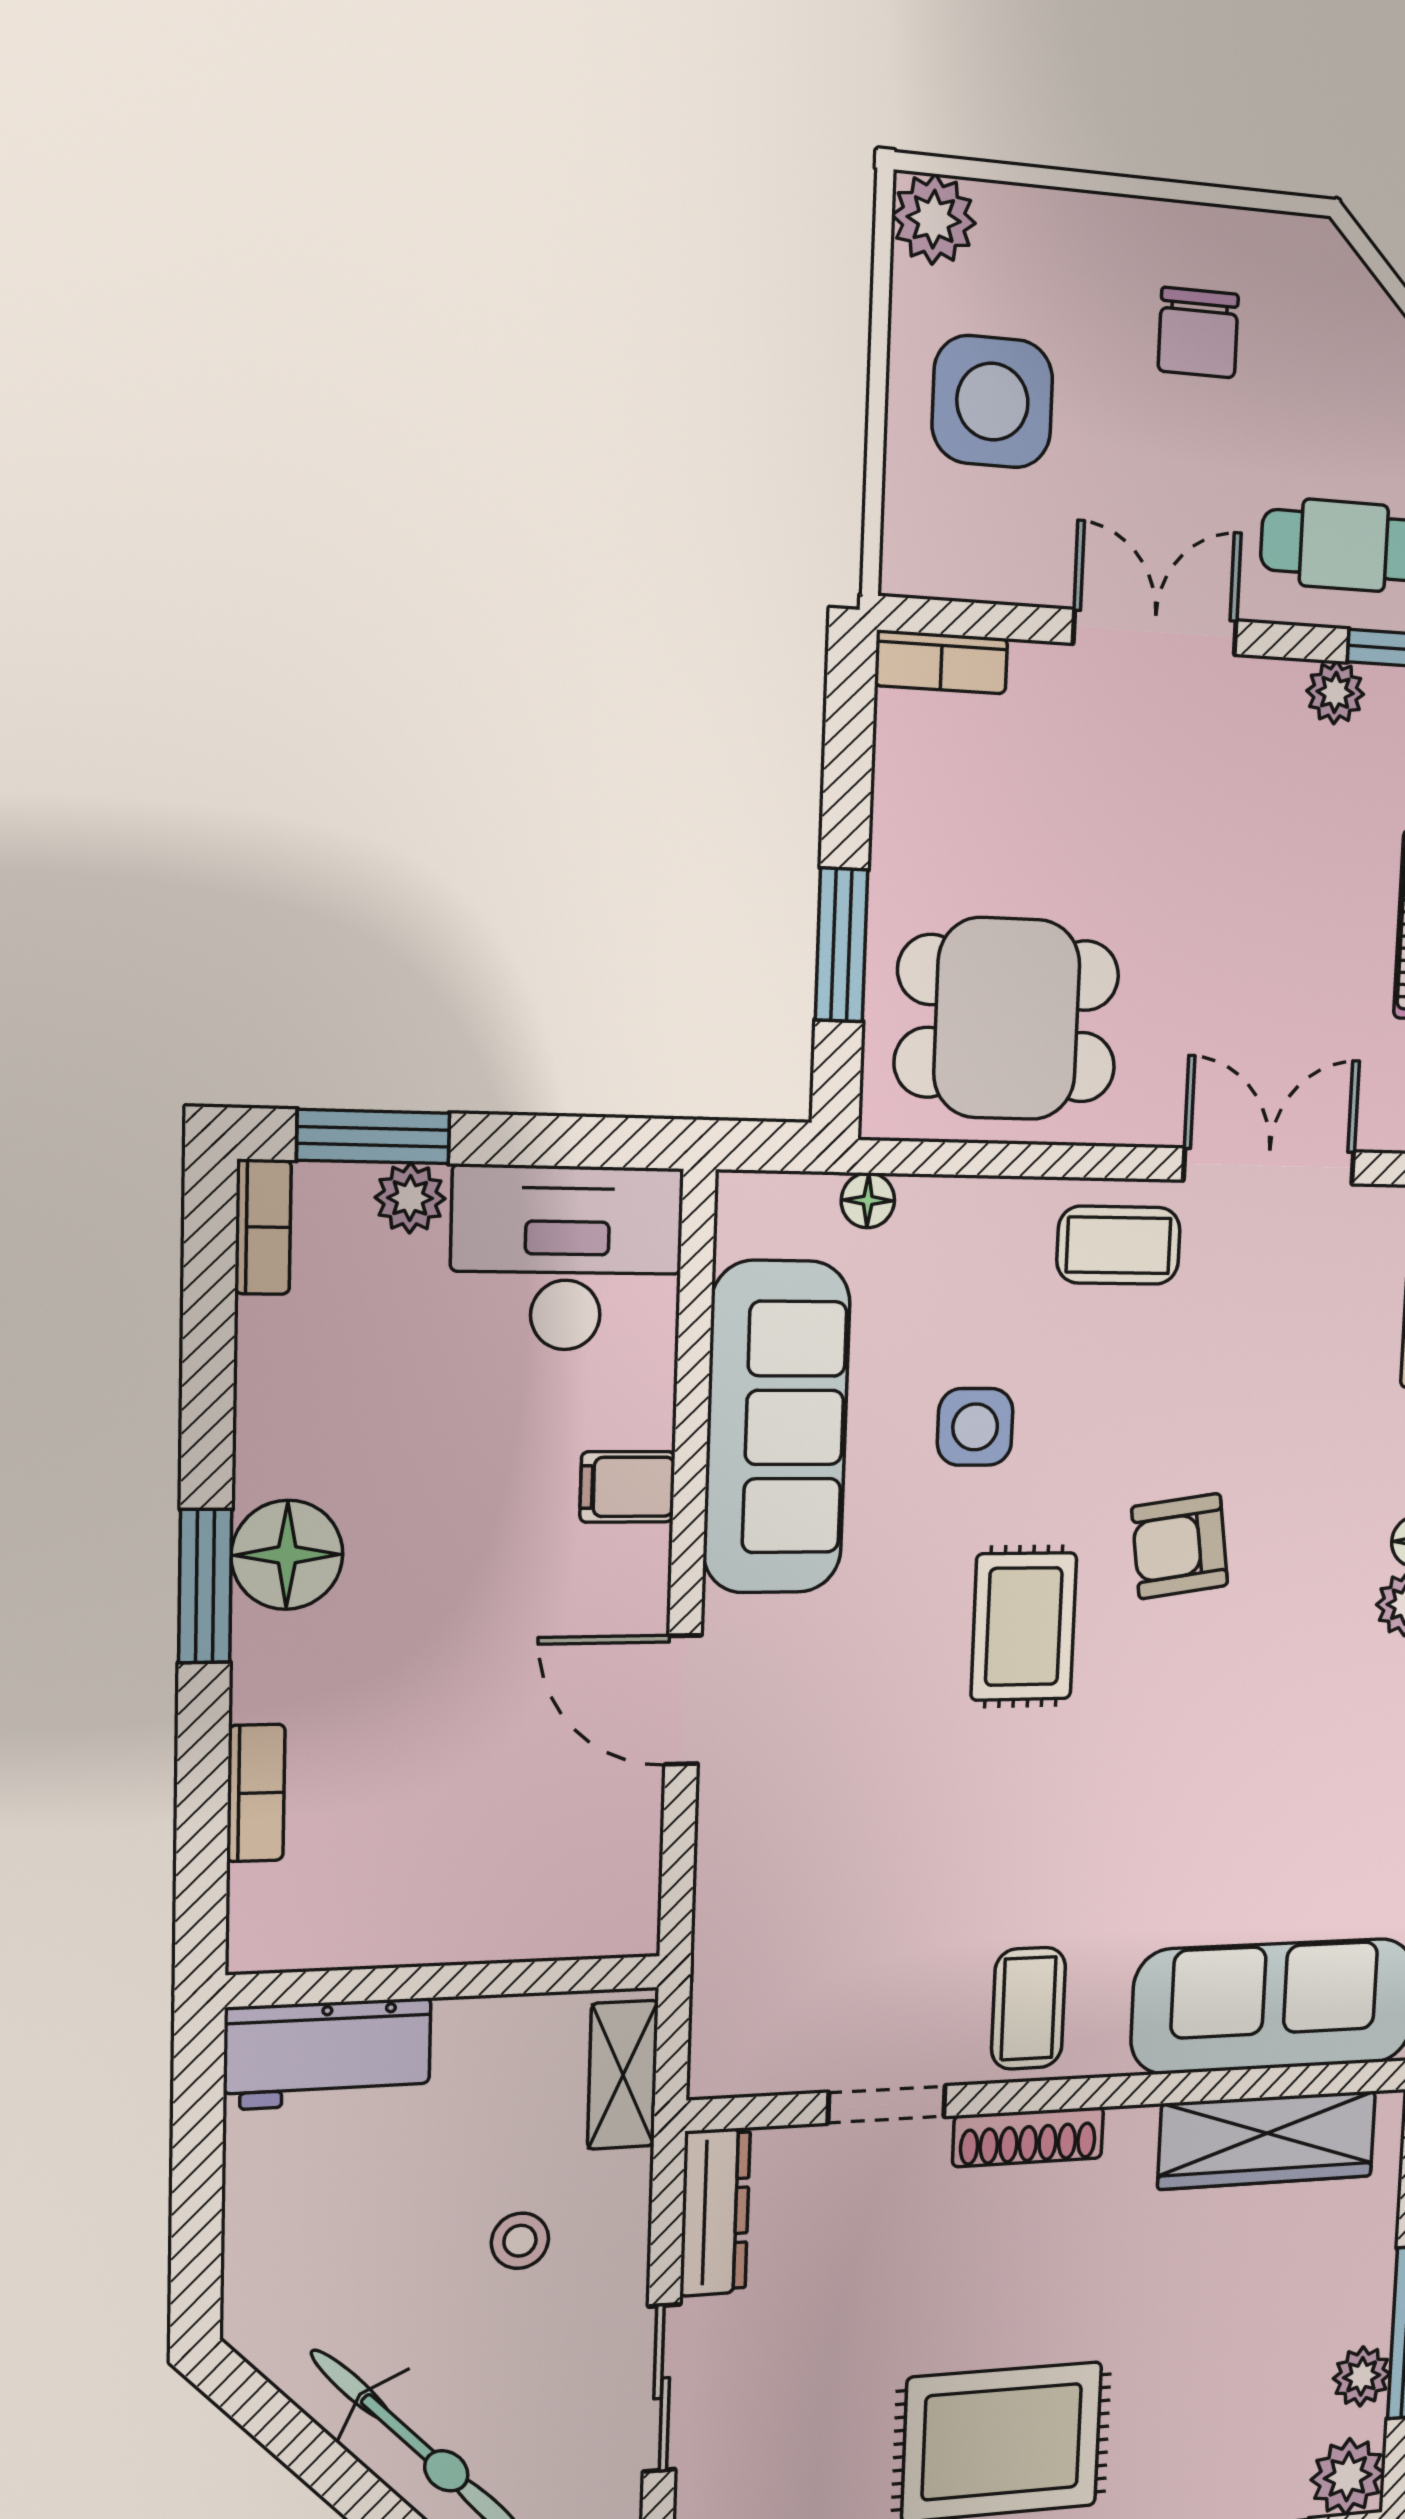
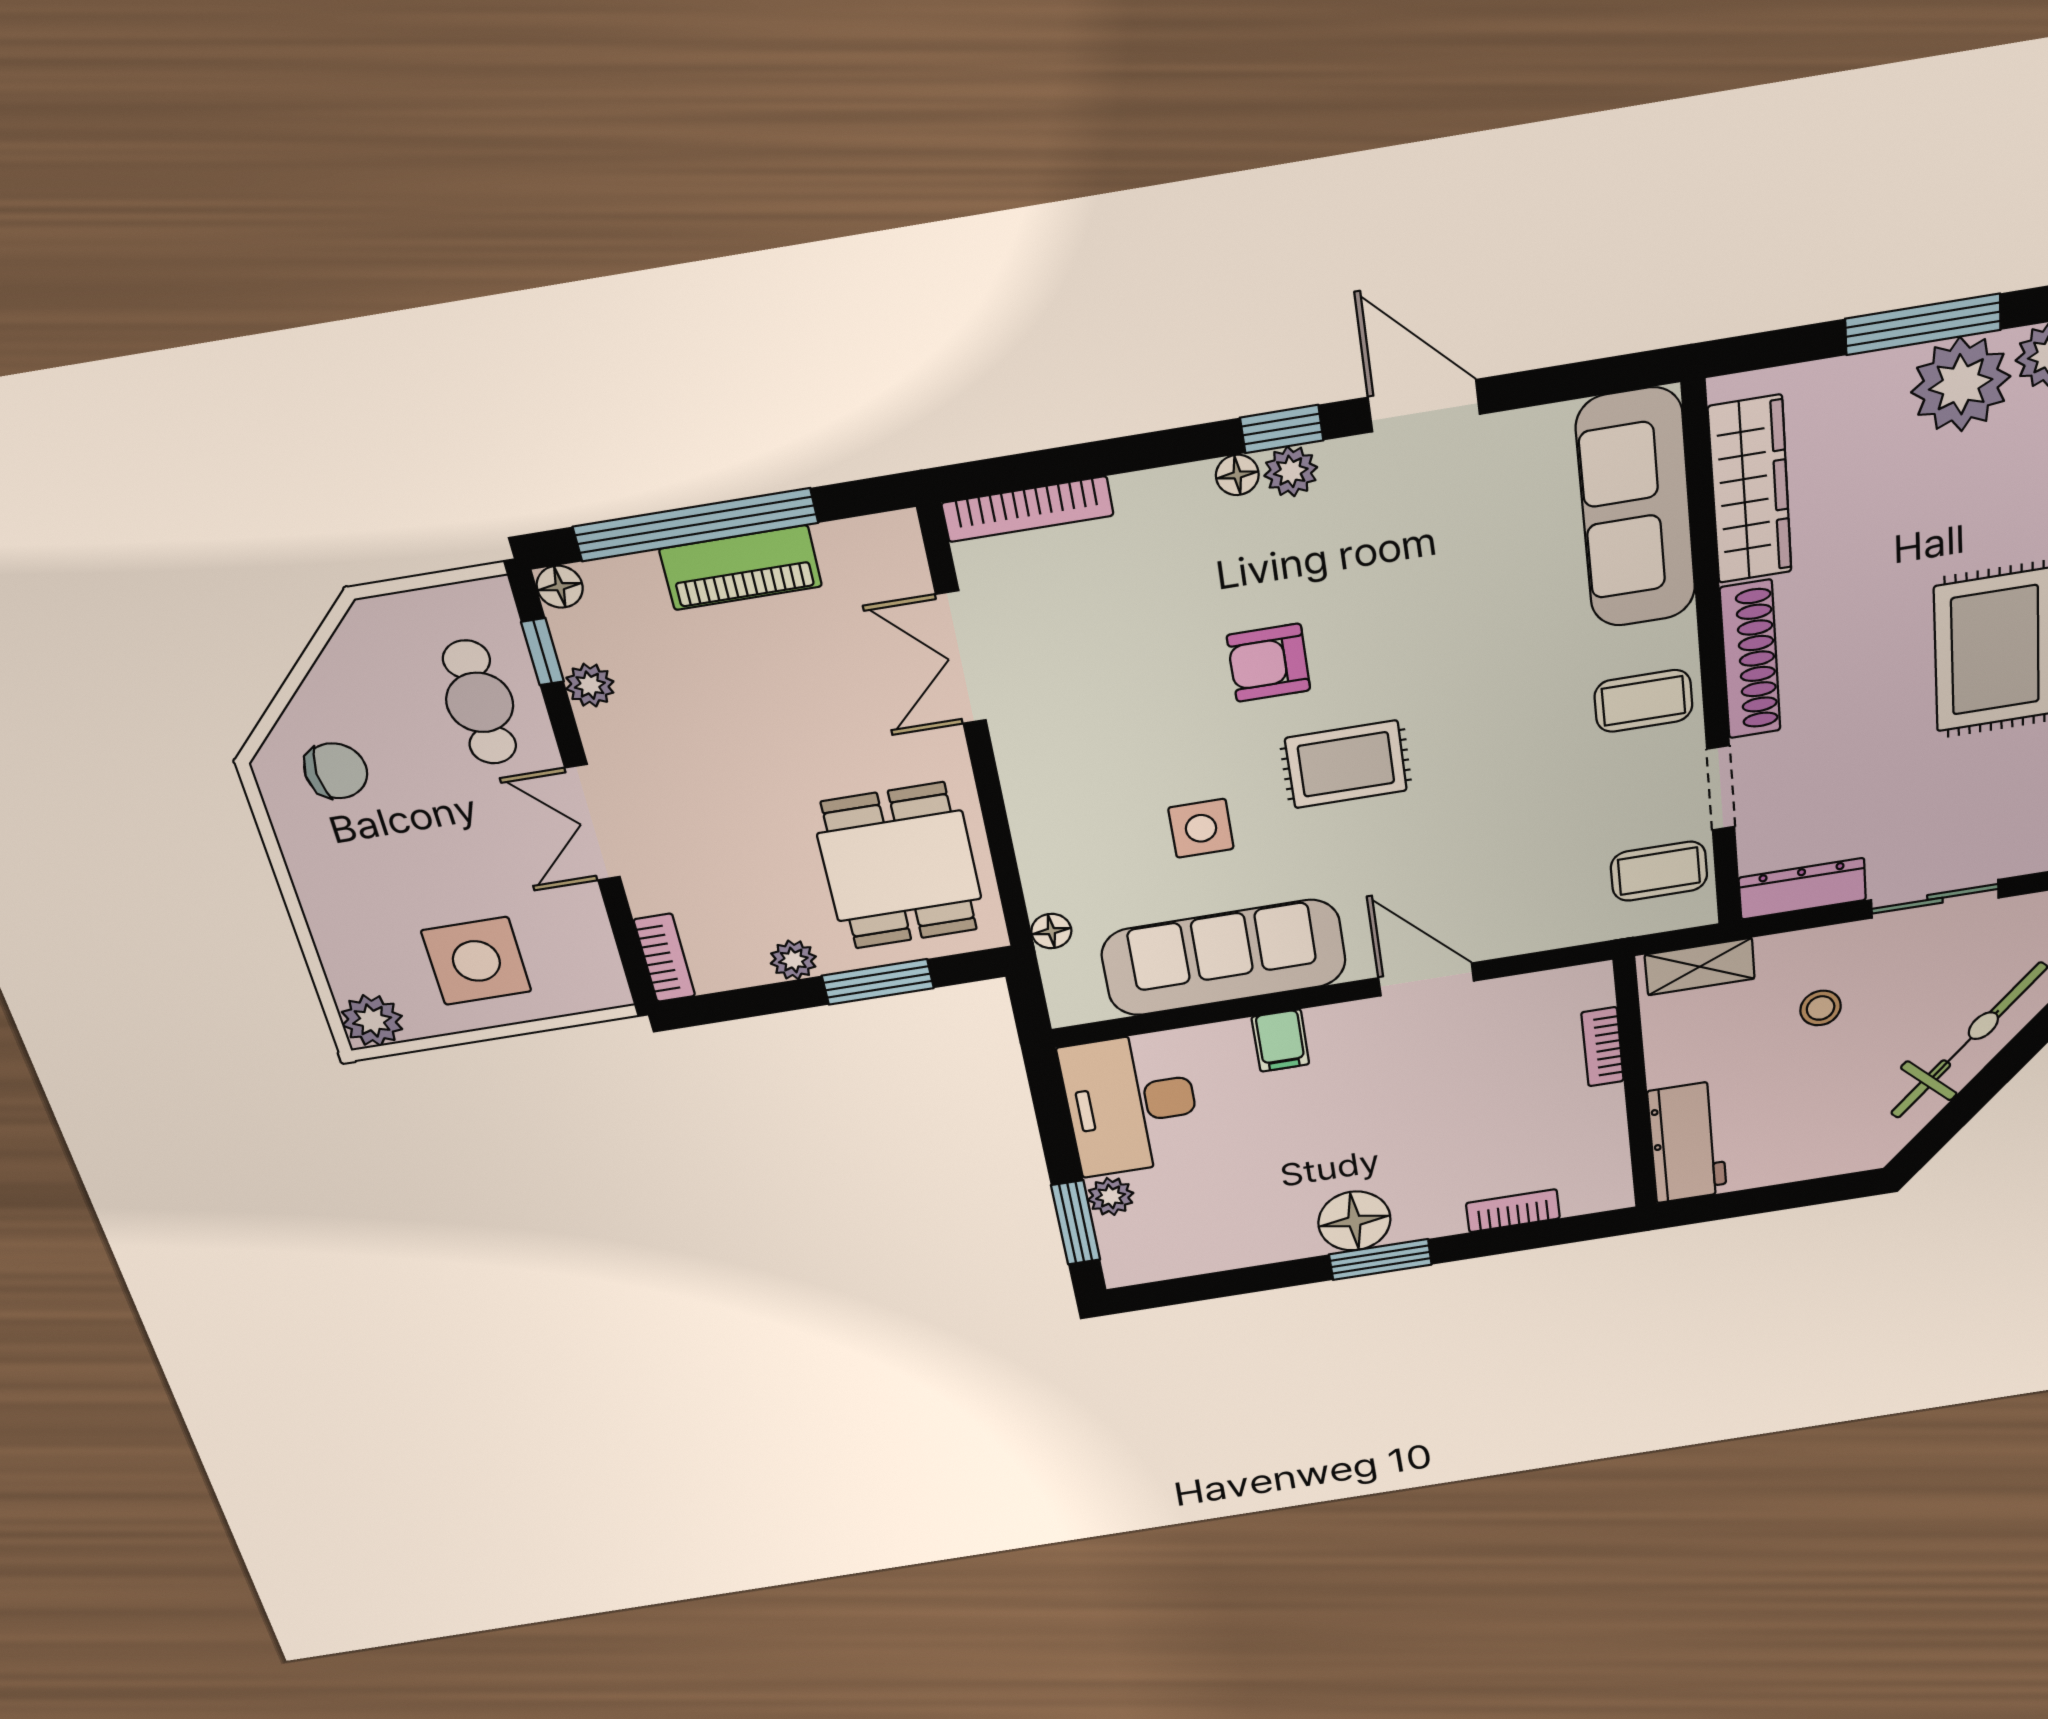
chair: (1198, 333) -> (336, 771), moved
plant: (900, 838) -> (793, 960), added
bookcase: (263, 1227) -> (1603, 1047), moved, turned -90
coffee table: (1119, 1245) -> (1659, 871), moved, turned 90
armchair: (1180, 1546) -> (1269, 663), turned 98
door: (683, 1700) -> (1426, 979), swing flipped
shoe rack: (1028, 2137) -> (1750, 660), width x1.36, depth x1.24
plant: (1362, 2376) -> (1961, 384), width x1.88, depth x1.88

